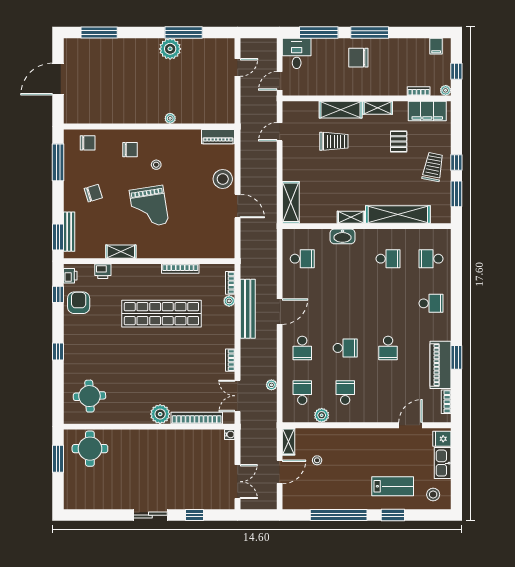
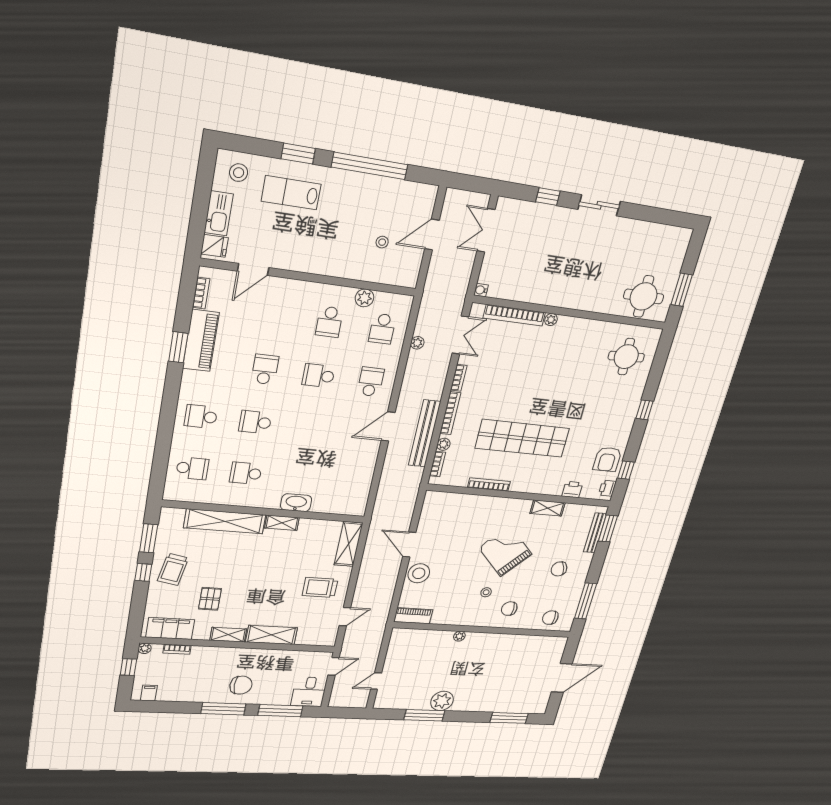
trolley: (334, 141) -> (320, 587), moved
grand piano: (149, 207) -> (505, 551), turned -37
school desk: (302, 259) -> (255, 422), moved
bookcase: (230, 329) -> (450, 413), added
plant: (160, 414) -> (551, 320), width x0.53, depth x0.53
shelving: (288, 442) -> (412, 271), removed

